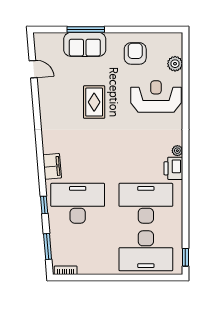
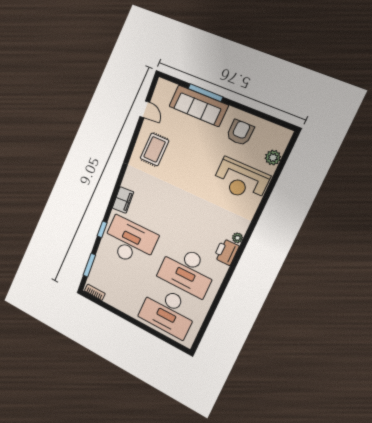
sofa: (85, 44) -> (199, 106), width x1.36
reception desk: (156, 97) -> (241, 180), turned 180
rug: (94, 102) -> (155, 149), moved
desk: (146, 203) -> (187, 271), turned 180
window: (185, 257) -> (200, 336), removed

